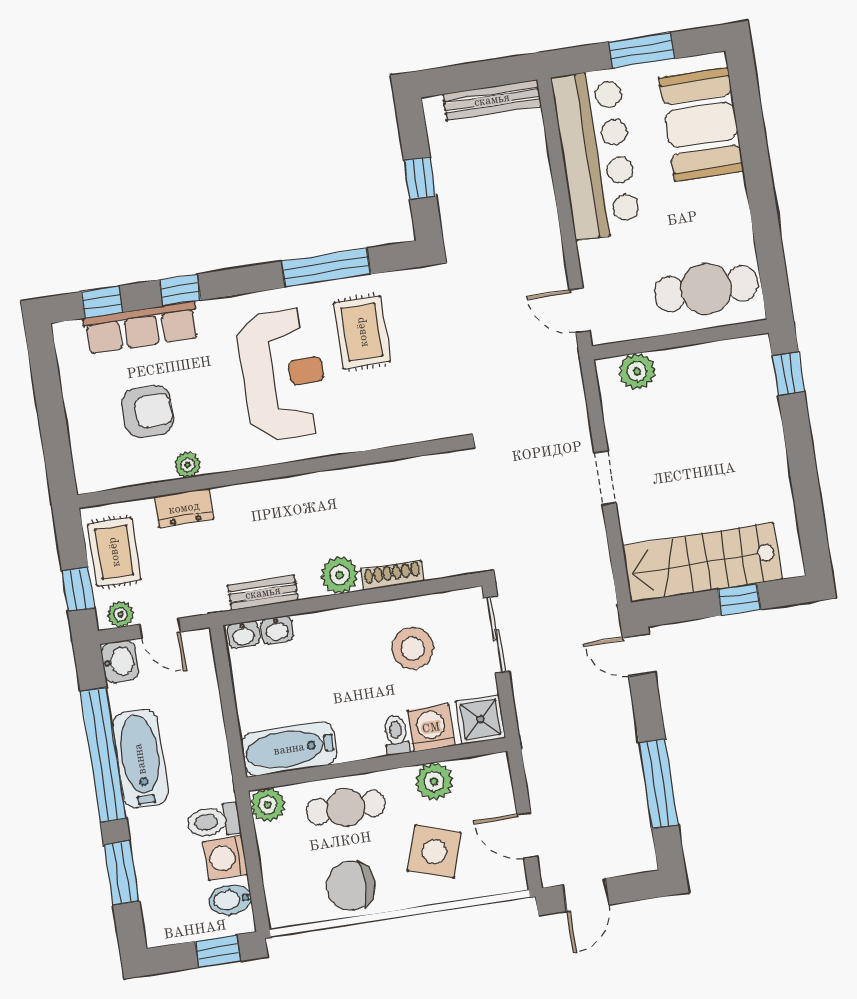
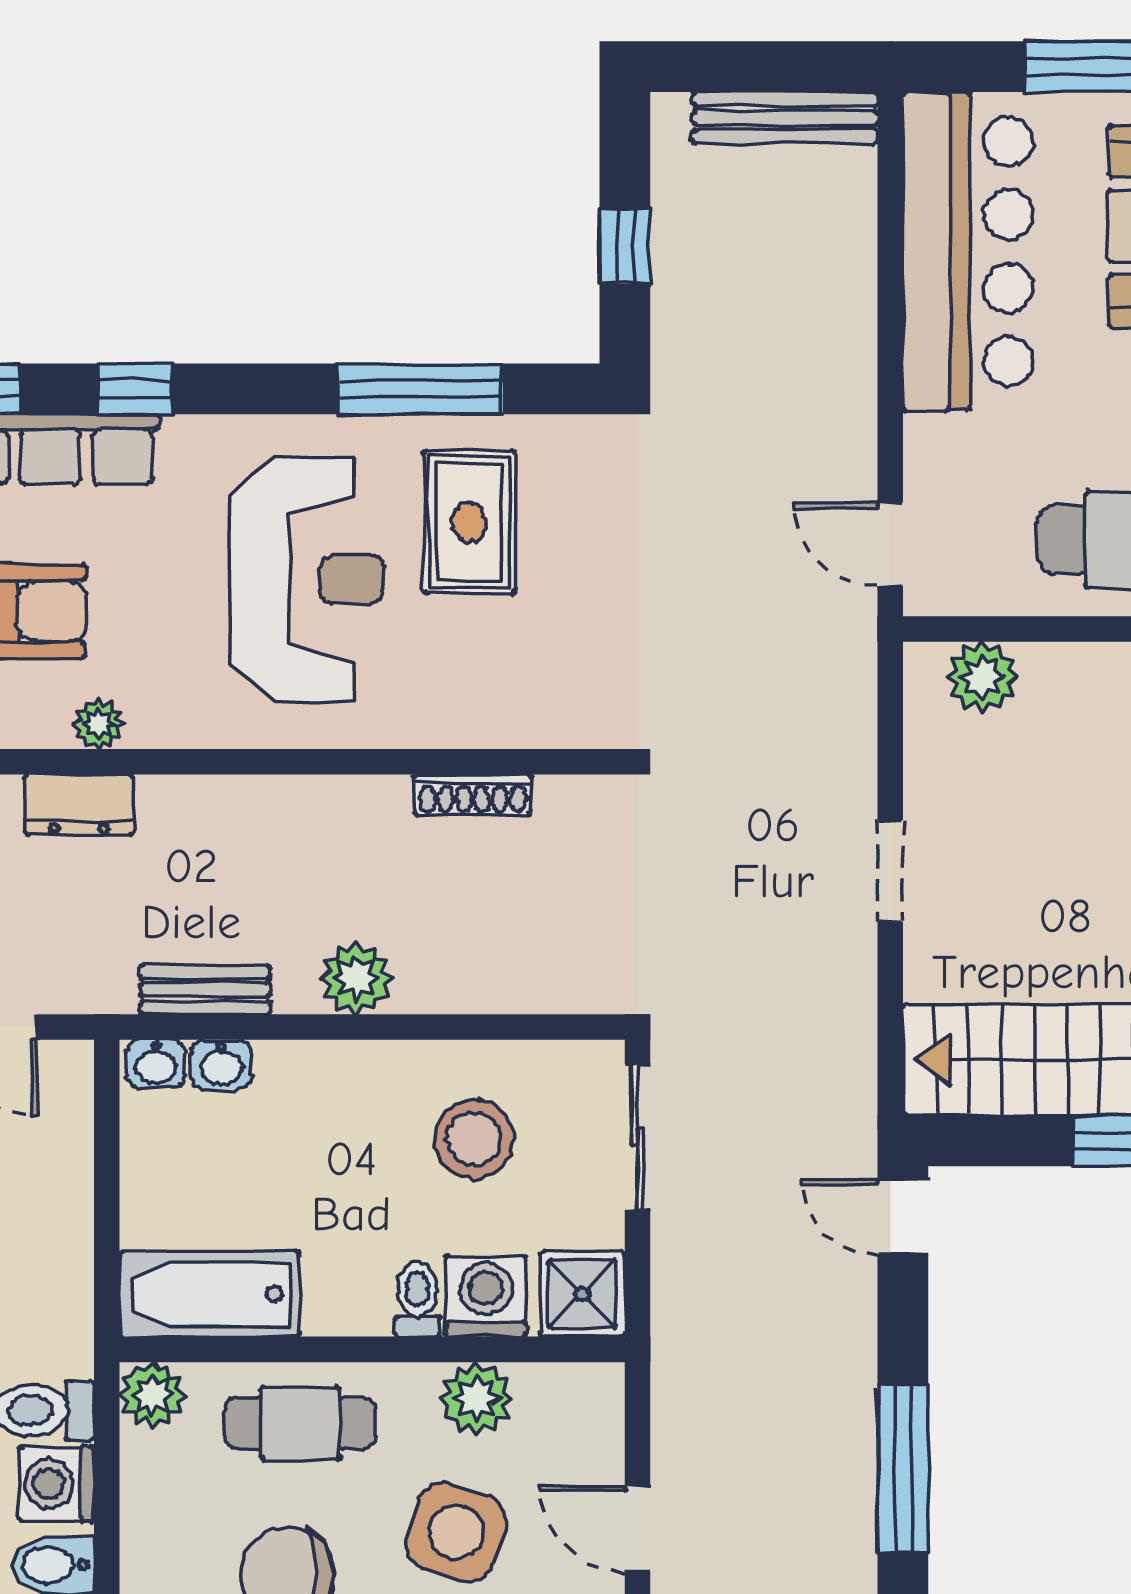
shoe rack: (392, 575) -> (473, 794), moved, turned 180

